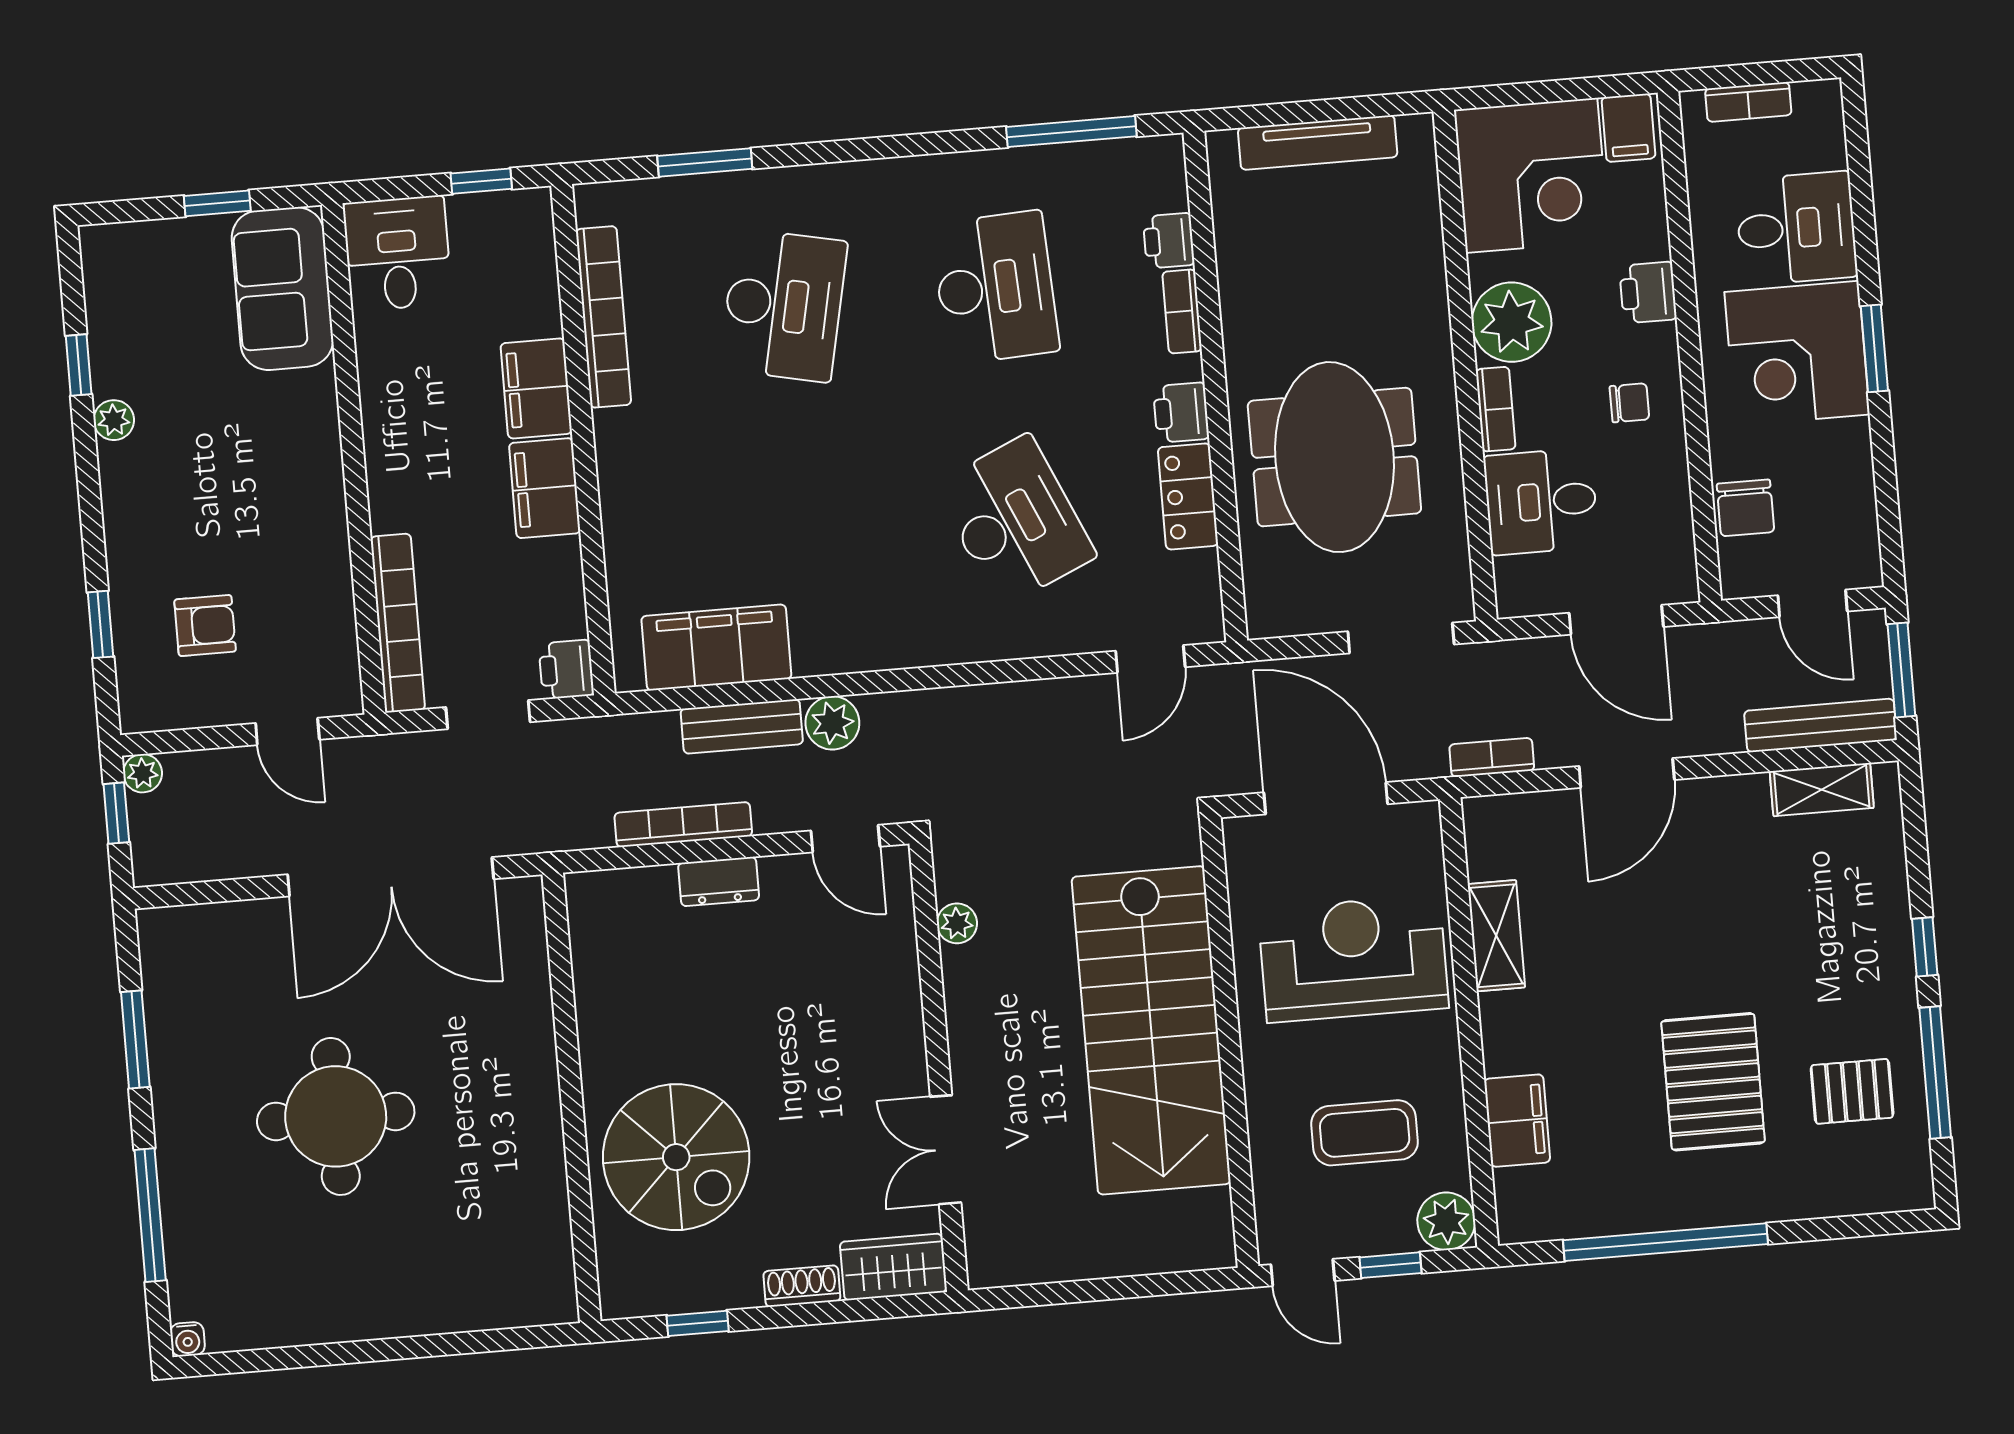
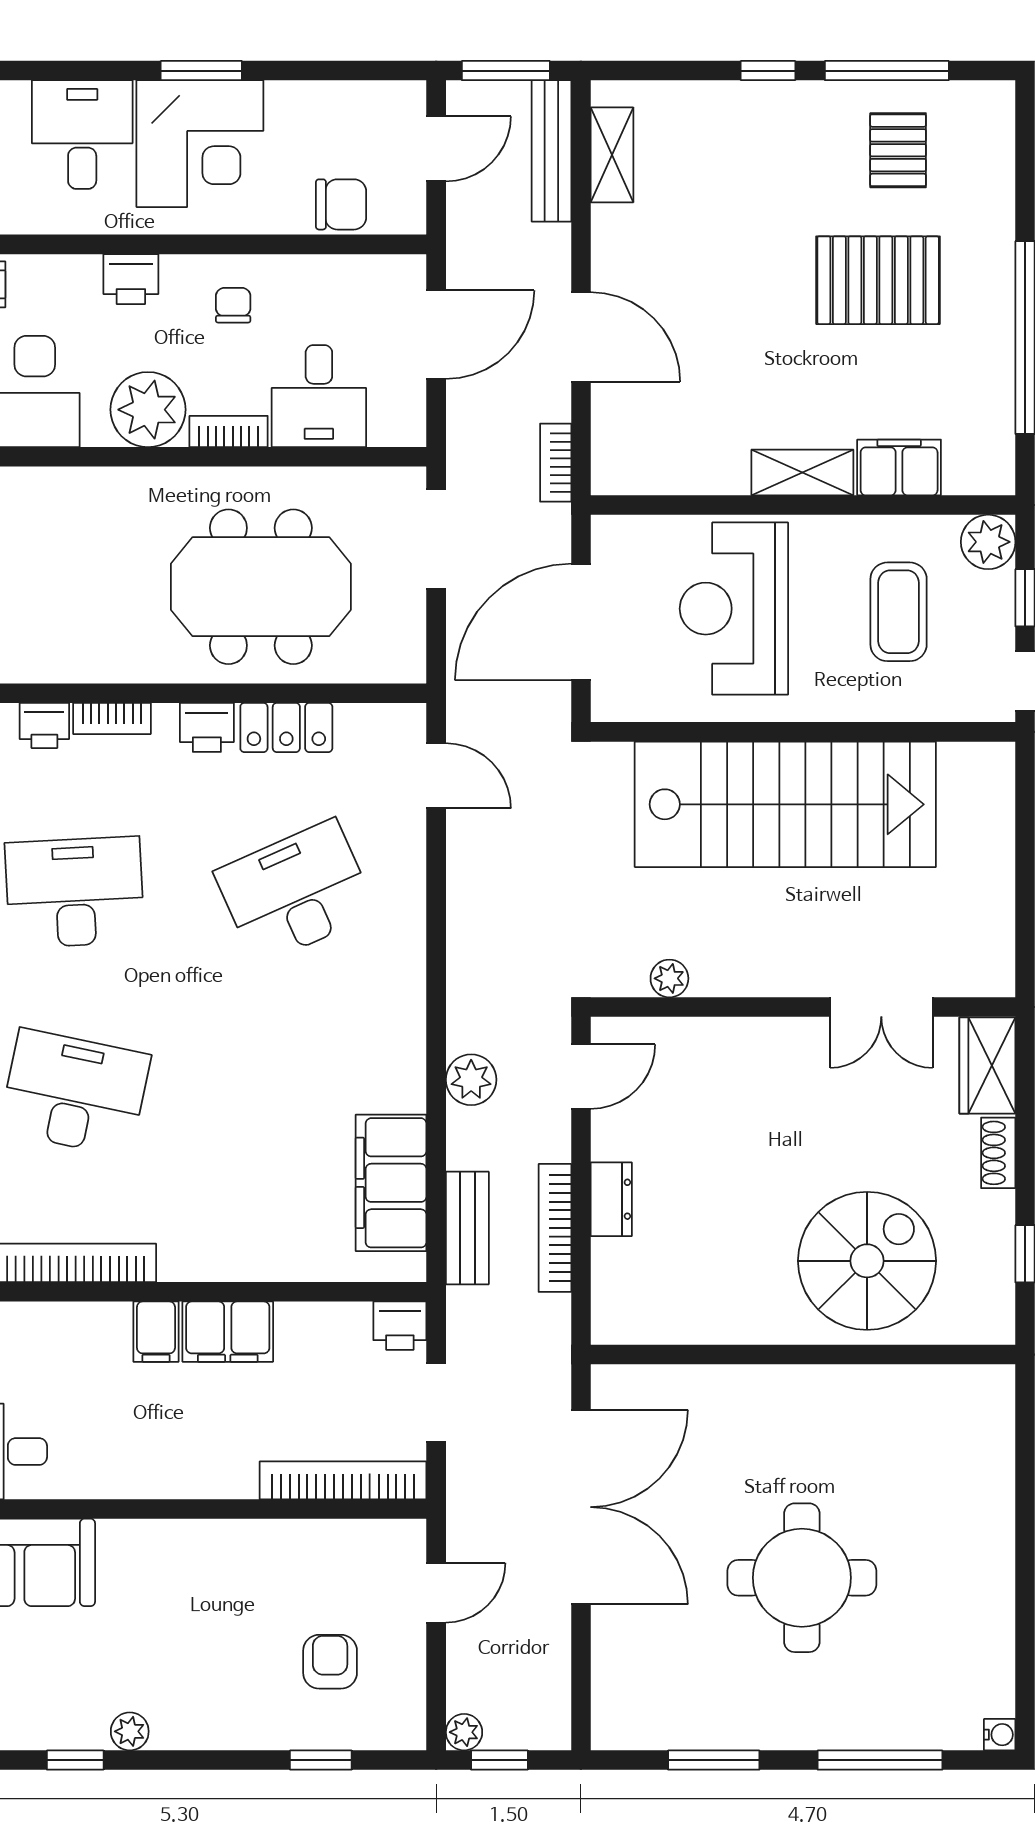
filing cabinet: (536, 388) -> (156, 1332), width x0.50
bench: (742, 726) -> (467, 1228), moved
shelving: (1496, 936) -> (802, 472), moved

